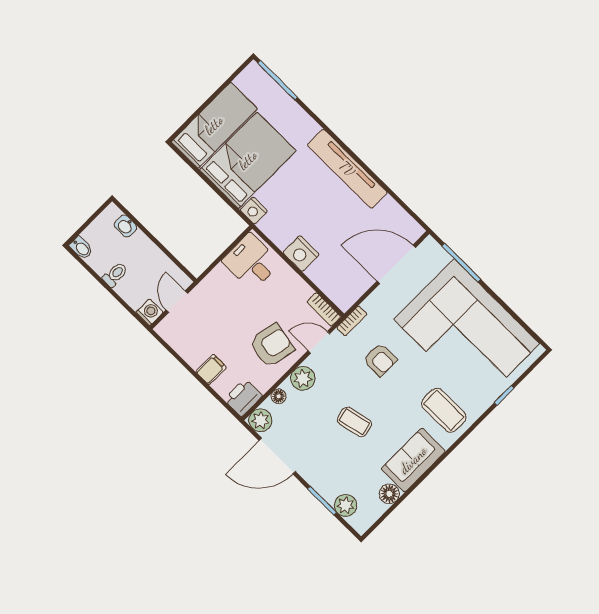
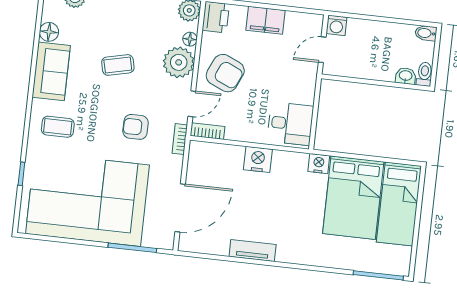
tv unit: (347, 169) -> (253, 251), width x0.52, depth x0.78
toilet: (115, 275) -> (425, 74), moved, turned 180
door: (177, 302) -> (322, 50), swing flipped
armchair: (272, 346) -> (225, 73), turned -77
filing cabinet: (211, 369) -> (266, 20), width x2.00
plant: (303, 378) -> (179, 62), width x1.36, depth x1.36
coffee table: (444, 410) -> (58, 127), width x0.73, depth x0.77

